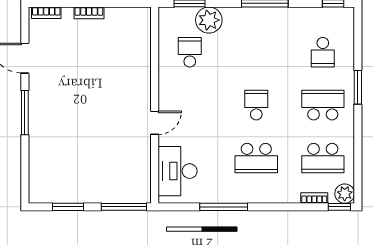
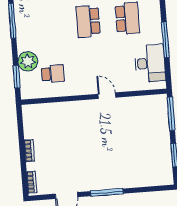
school desk: (190, 52) -> (53, 74), turned 180
school desk: (256, 105) -> (88, 21), width x1.85
desk: (178, 171) -> (150, 63), moved, turned -90

